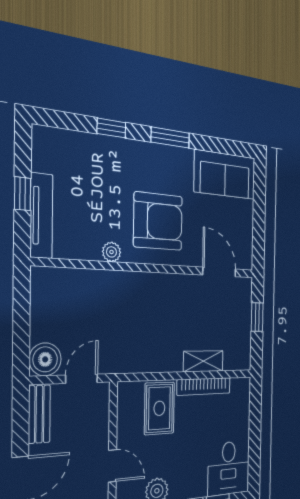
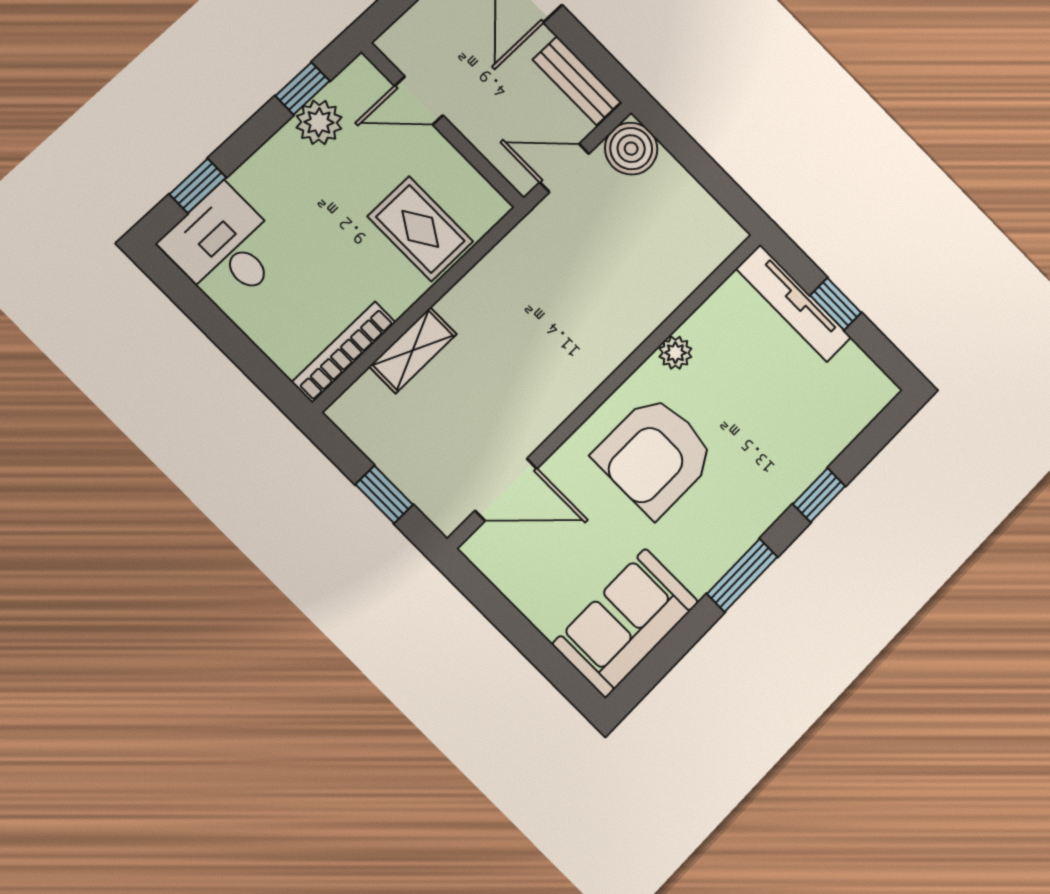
door: (82, 379) -> (564, 168), swing flipped
bookcase: (204, 386) -> (344, 352), moved

